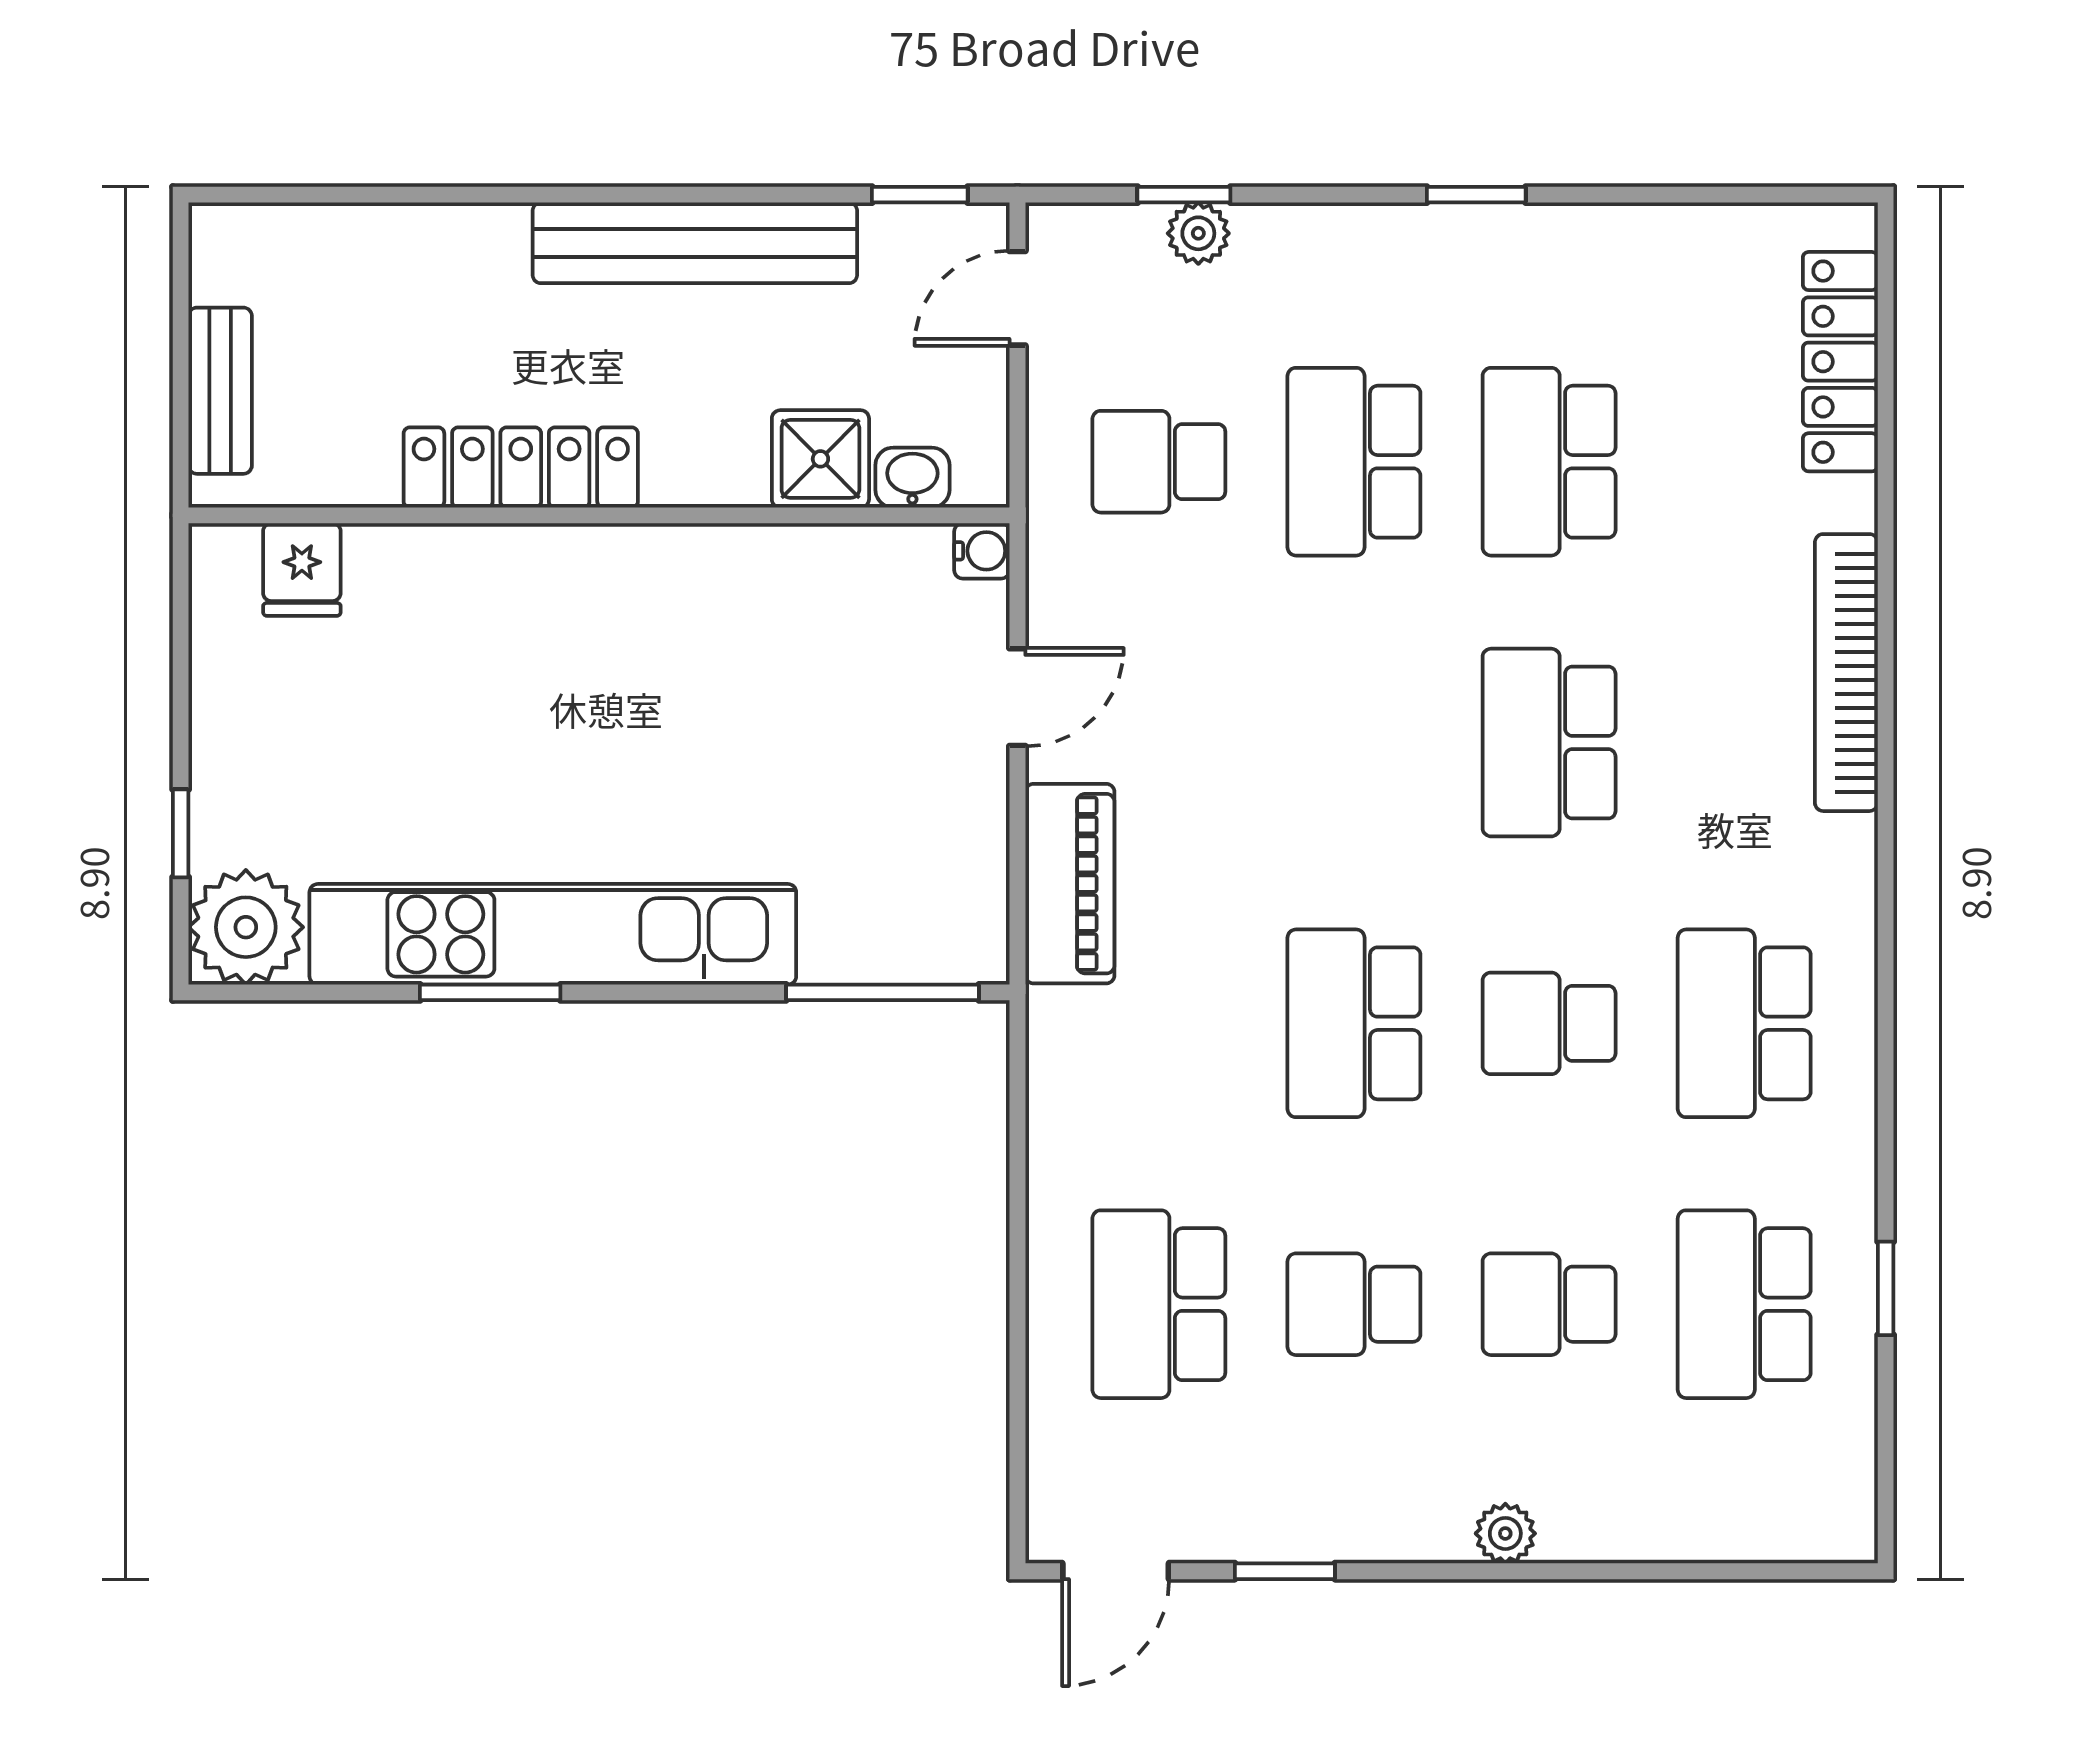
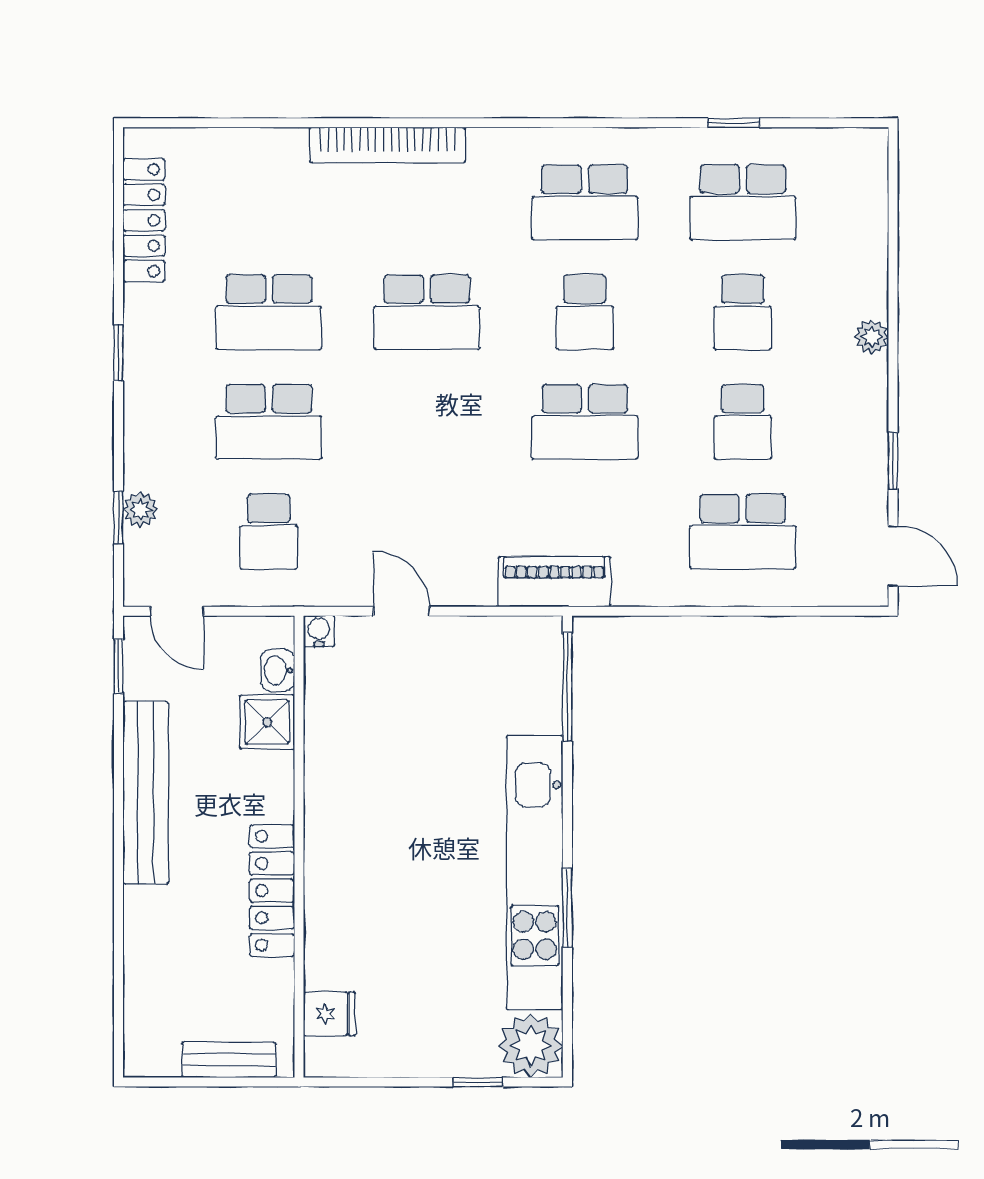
locker: (1840, 362) -> (144, 220), moved, turned -90
piano: (1070, 884) -> (554, 582), moved

